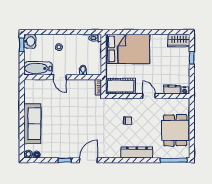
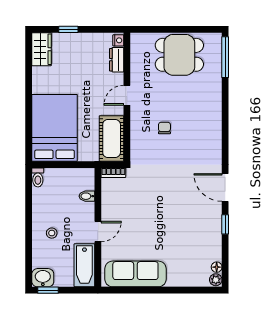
sofa: (32, 124) -> (135, 274), moved
dresser: (137, 152) -> (213, 114), removed

